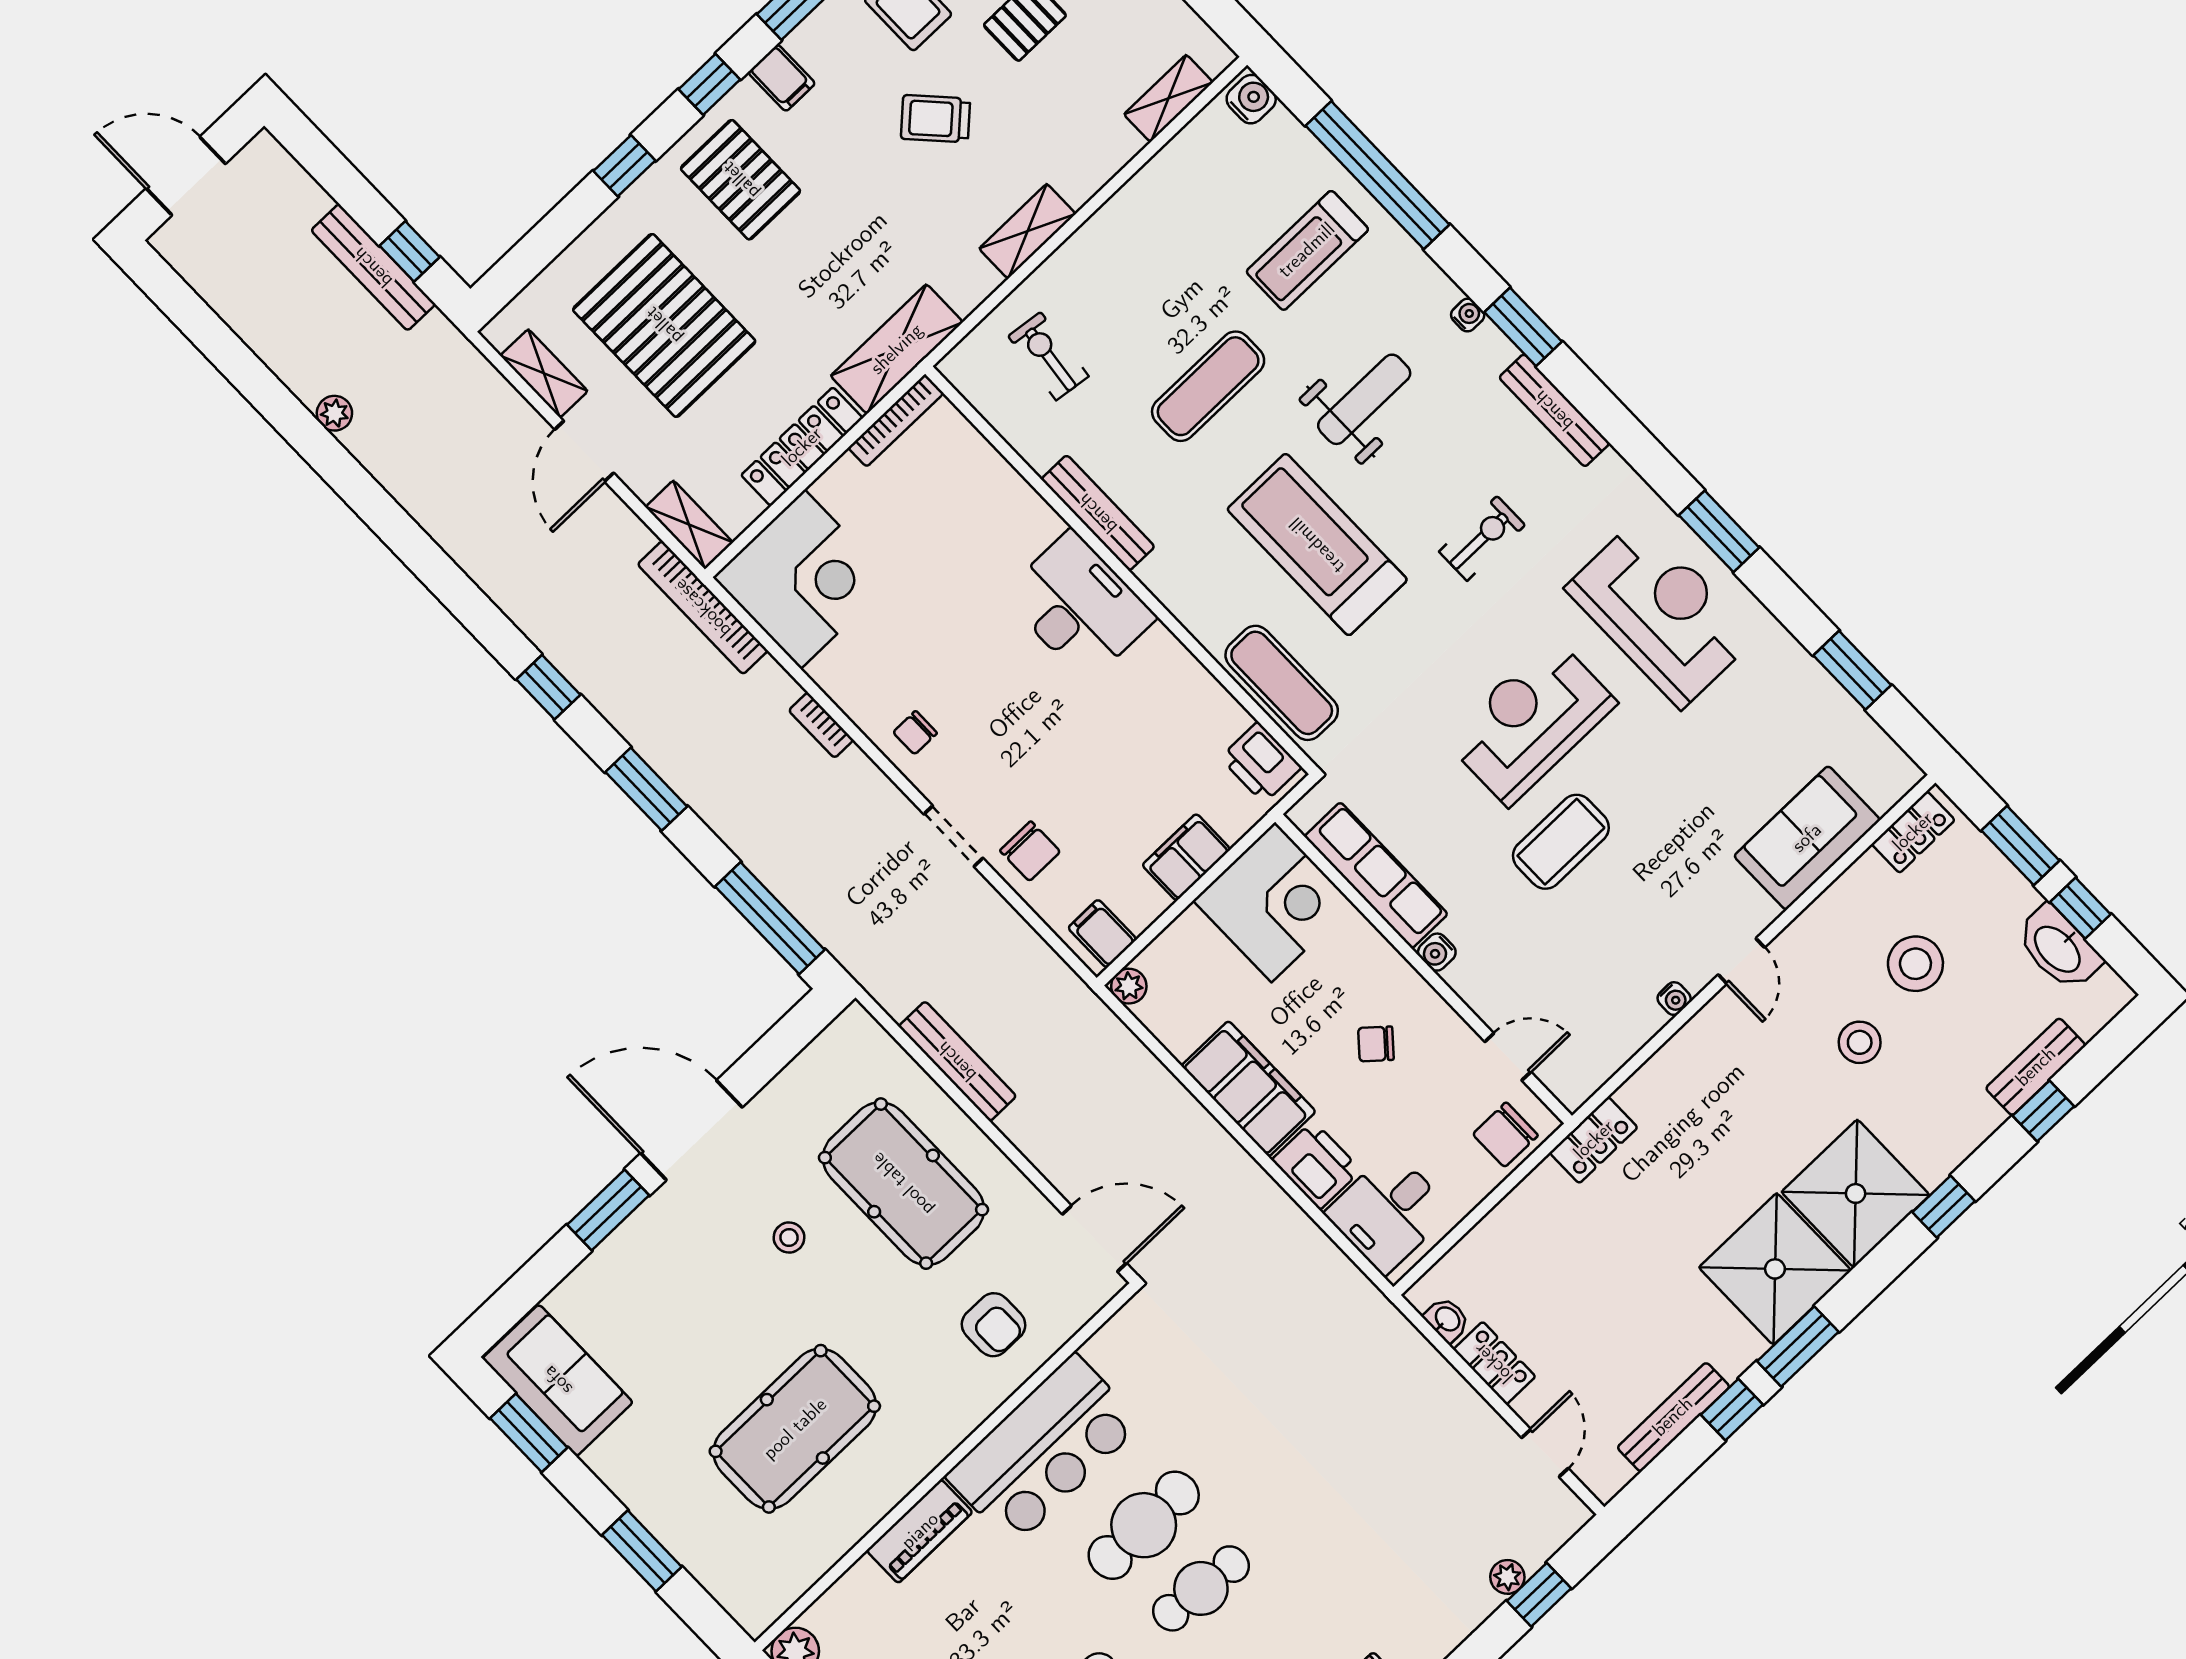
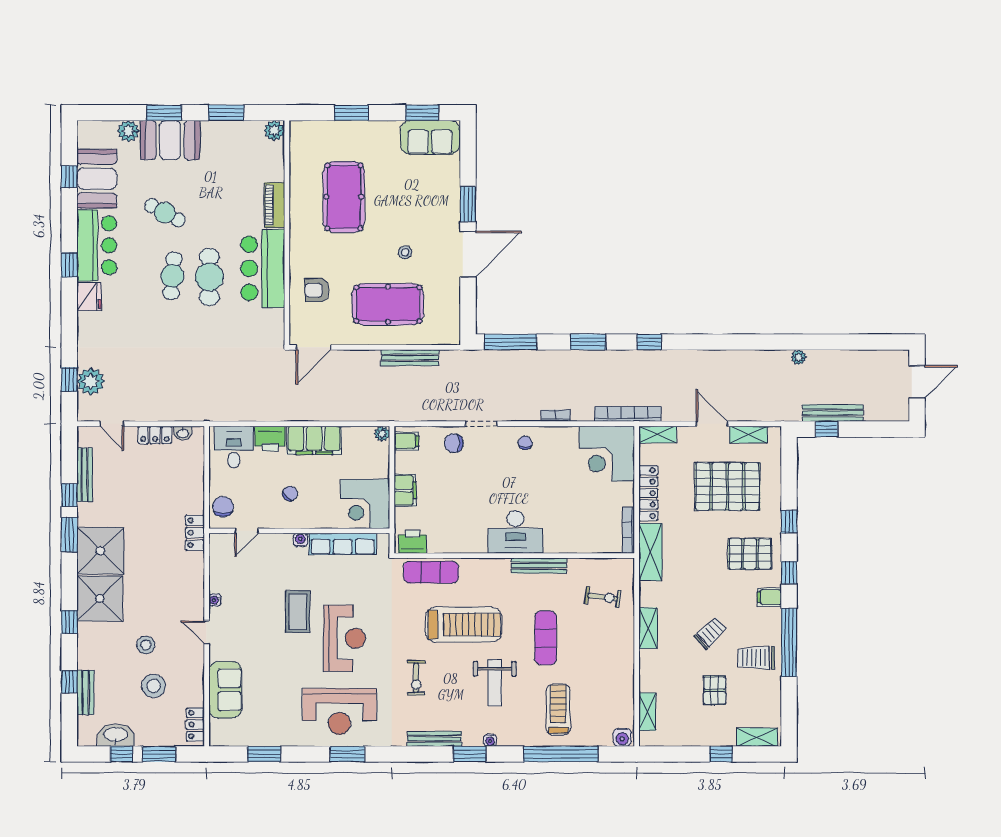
plant: (1507, 1577) -> (91, 381), width x1.88, depth x1.88

